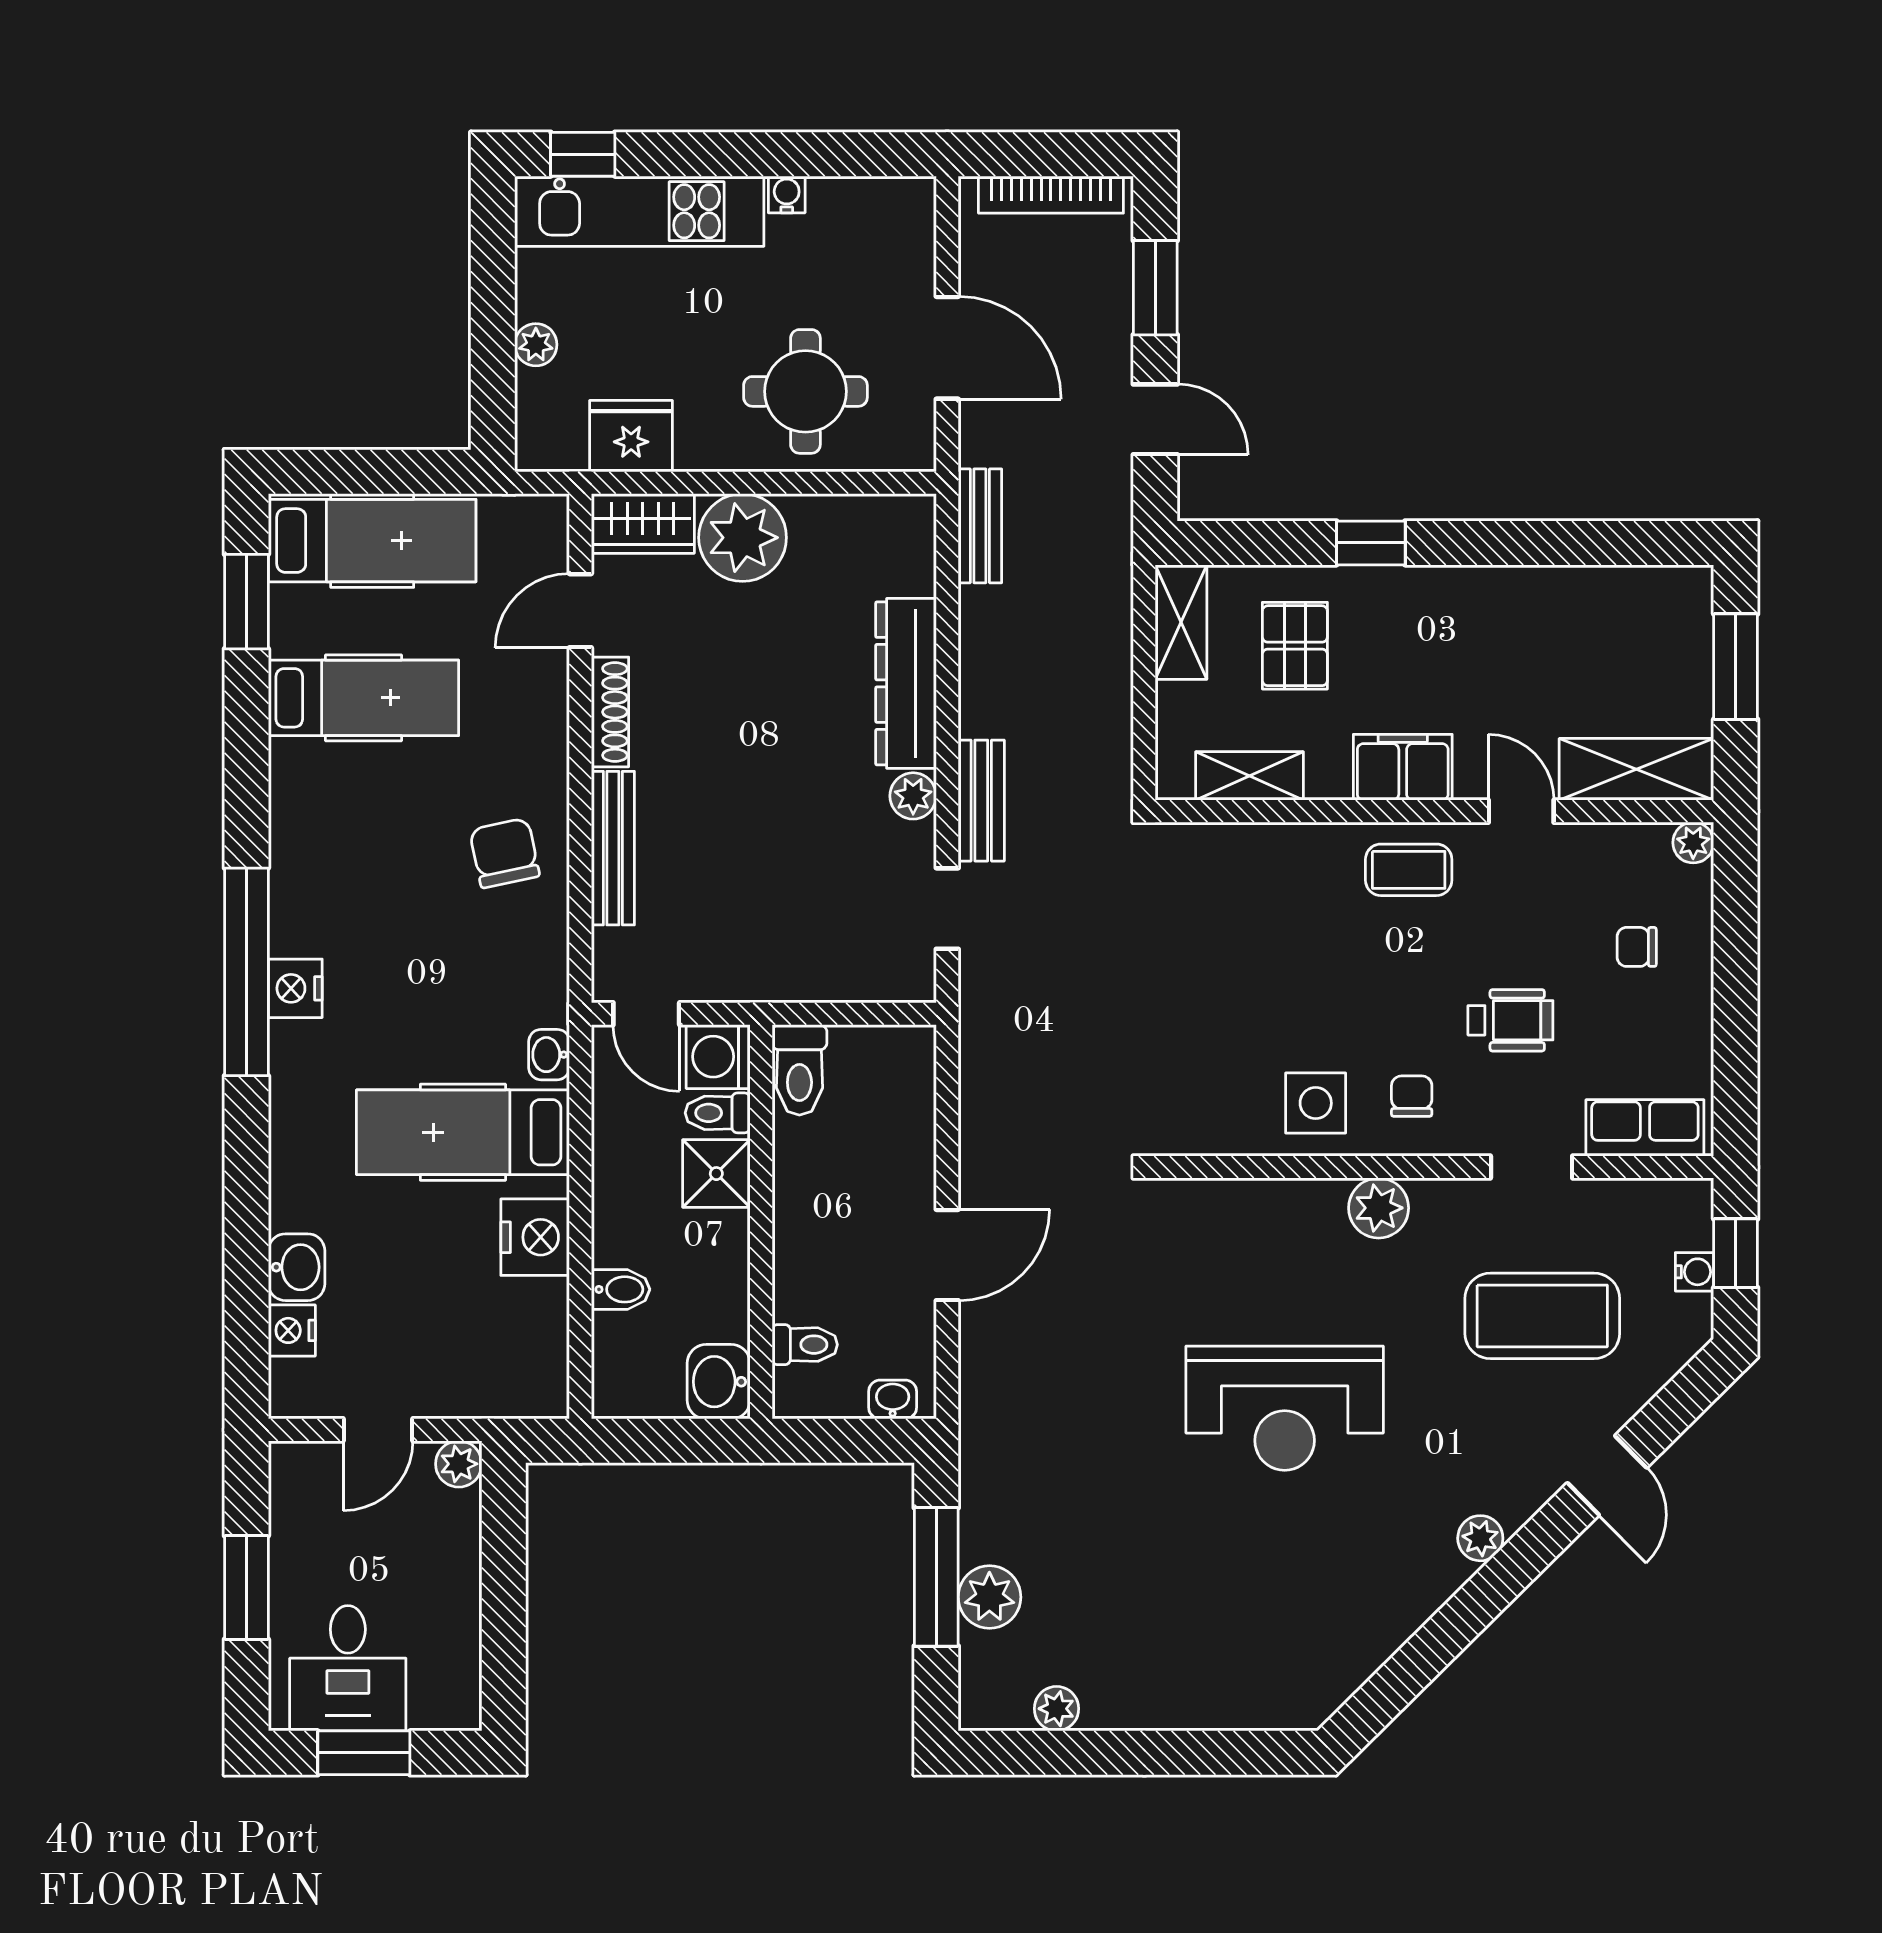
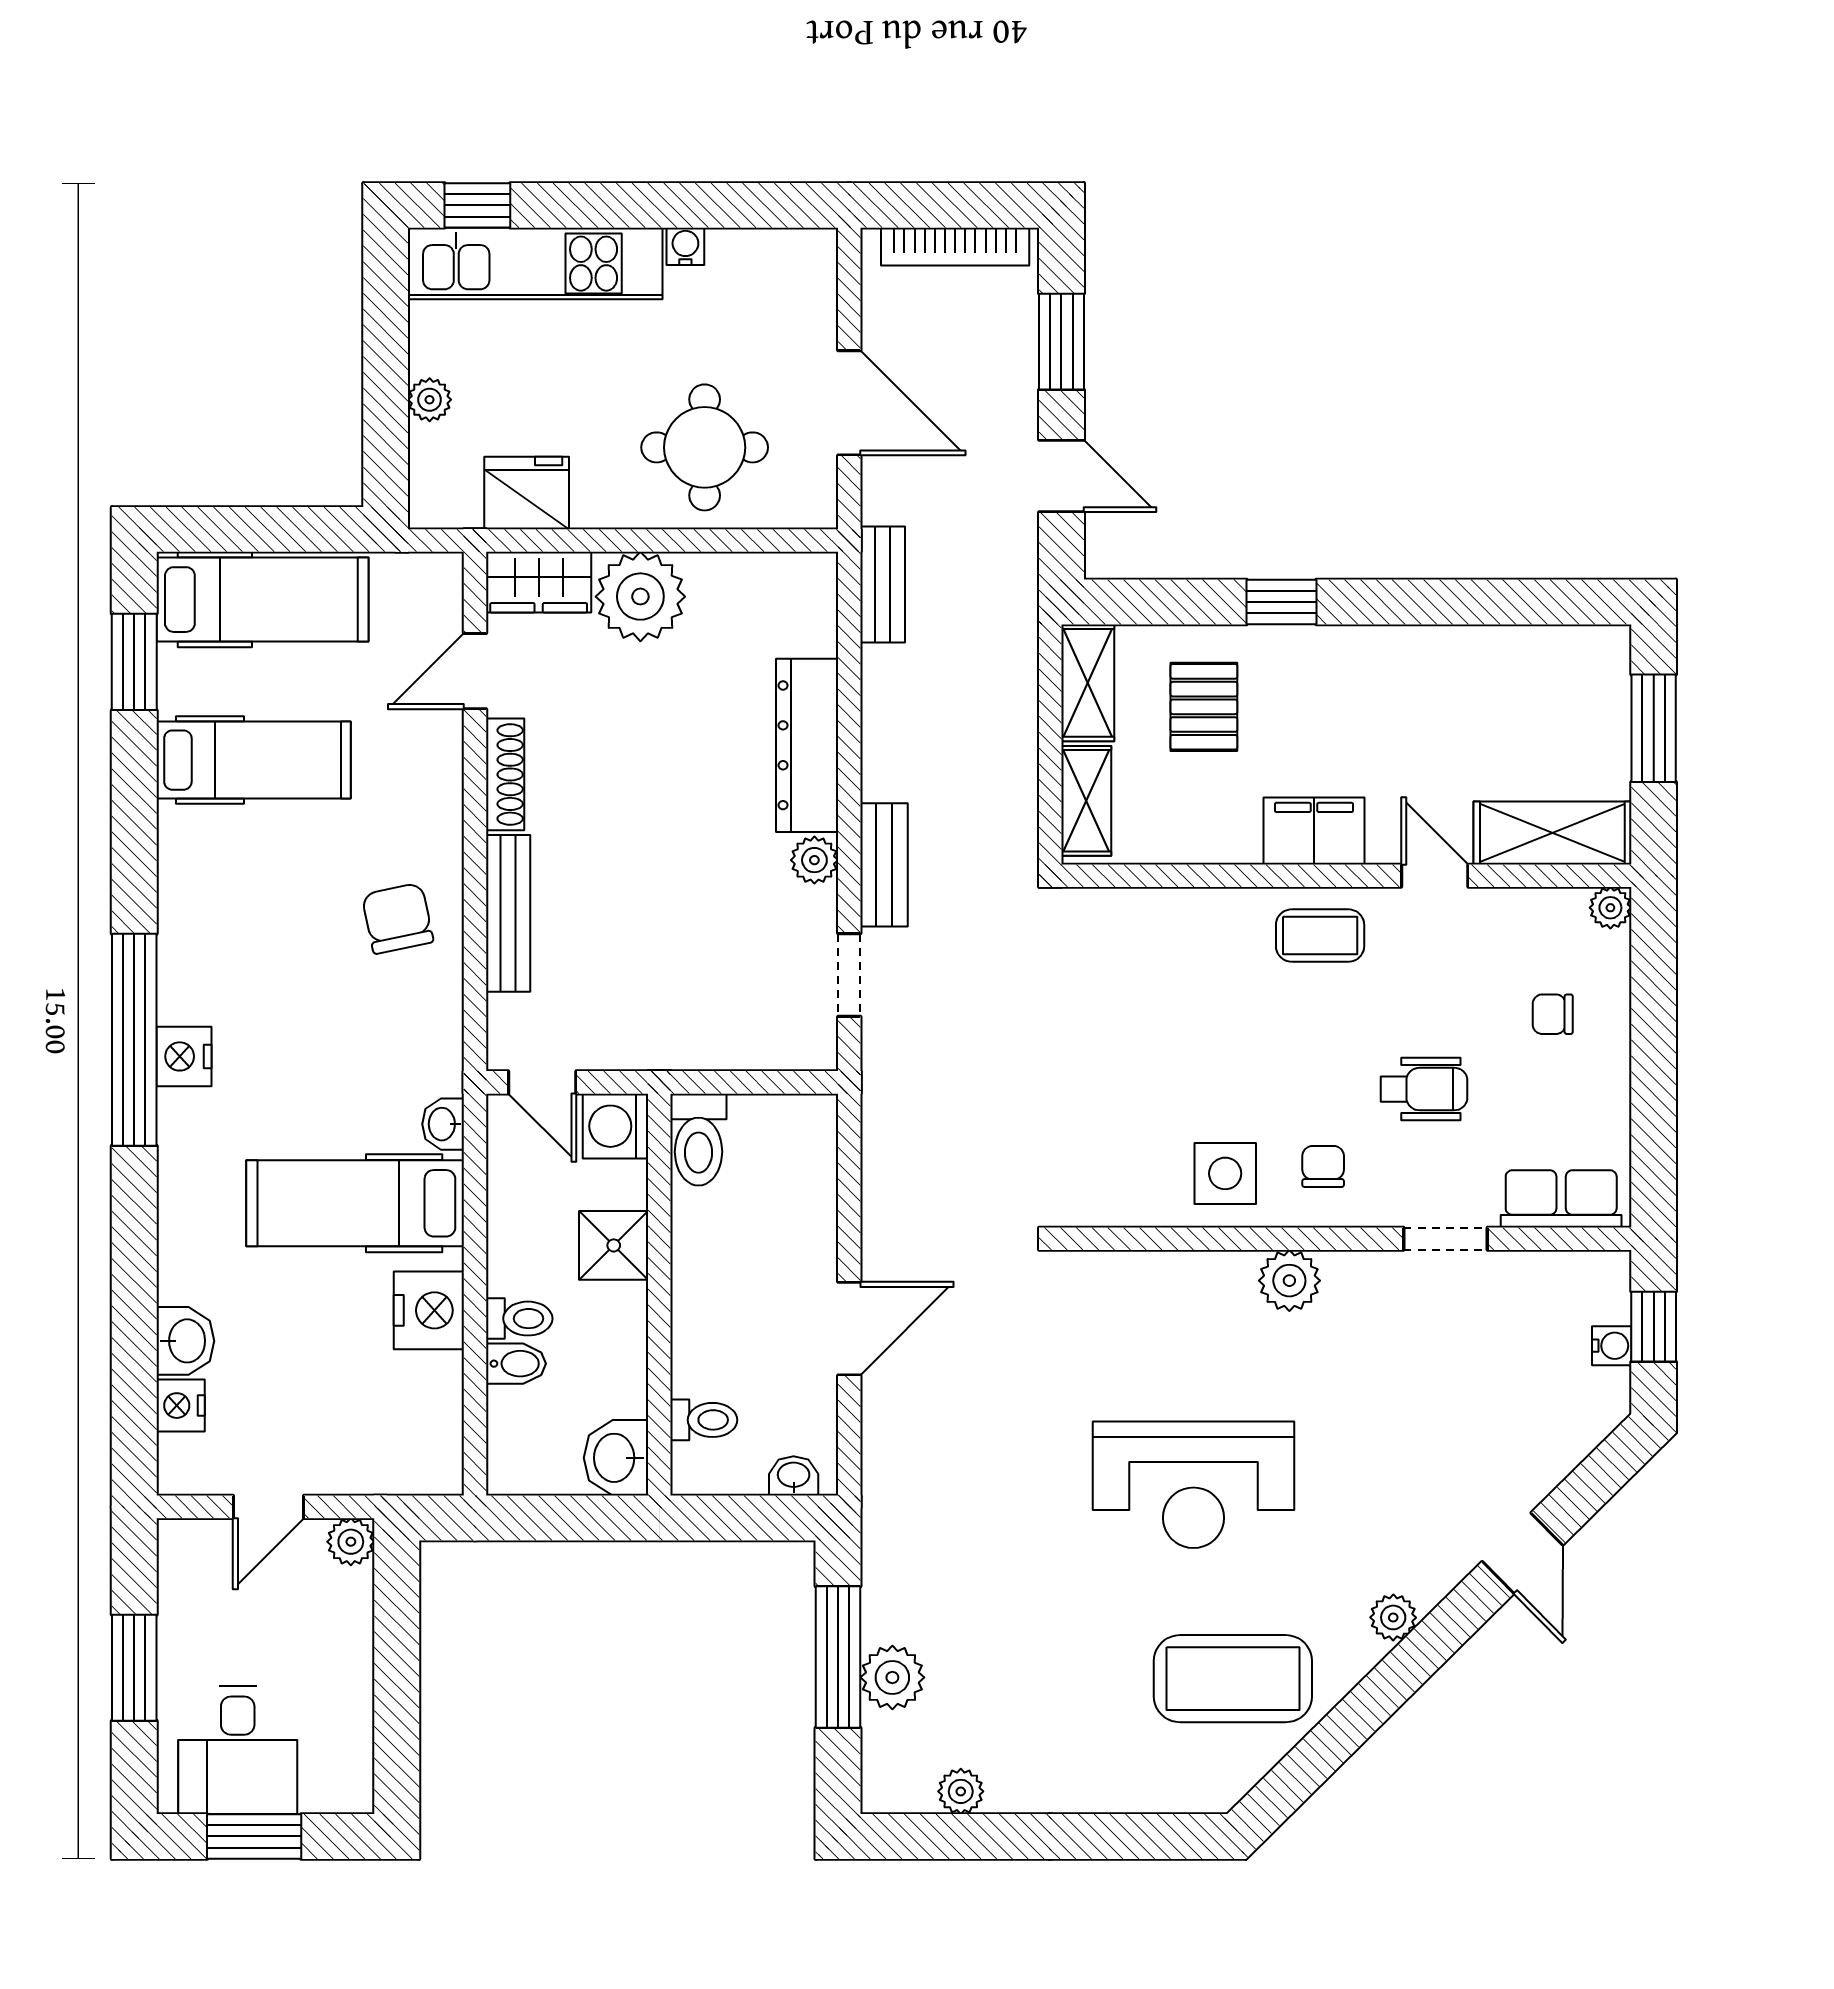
shelving: (1250, 776) -> (1086, 801), moved, turned 90
toilet: (718, 1113) -> (519, 1319), moved, turned 180
coffee table: (1542, 1316) -> (1233, 1679), moved

